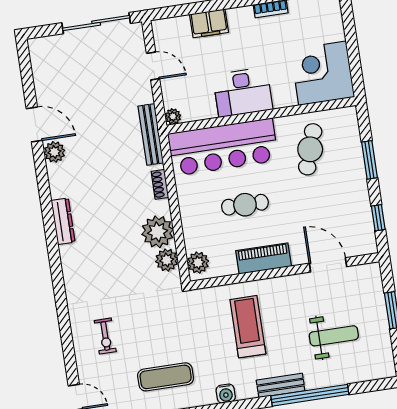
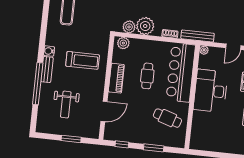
corner desk: (323, 73) -> (206, 135), removed
desk: (243, 92) -> (211, 91), width x1.36, depth x1.30
water cooler: (226, 394) -> (49, 51), moved

